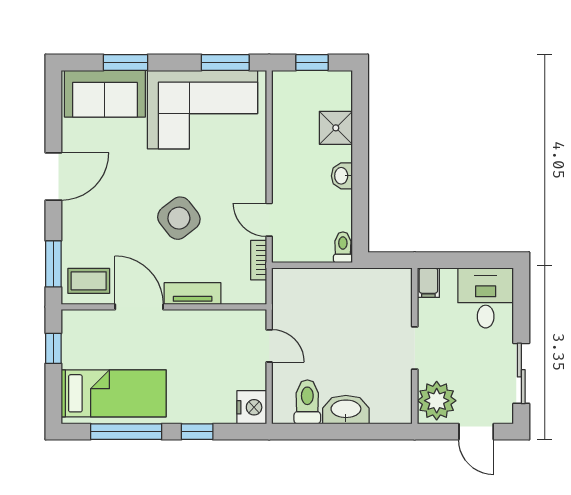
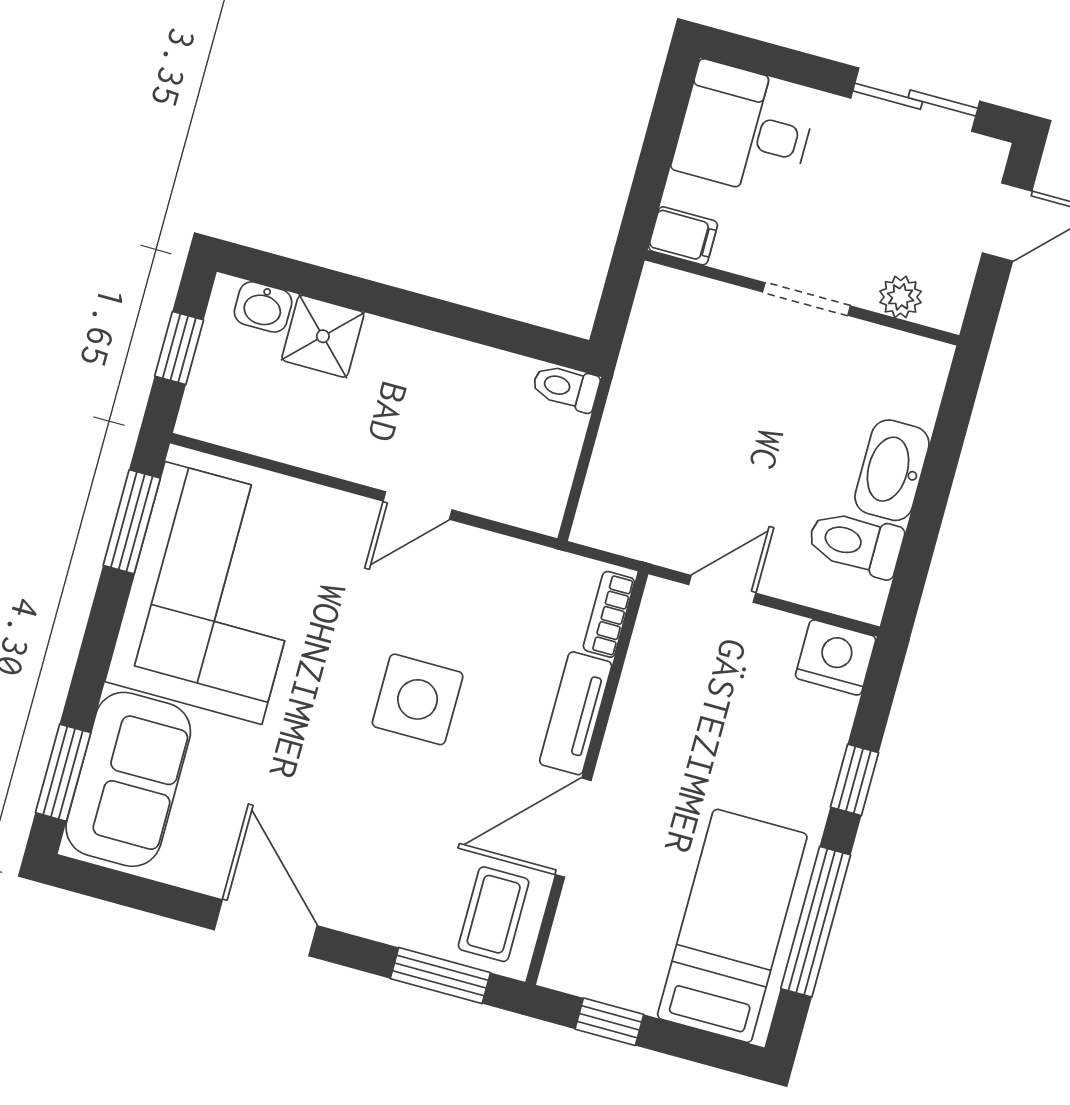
window: (126, 63) -> (63, 773), moved
washbasin: (342, 176) -> (263, 307), moved
side table: (179, 218) -> (418, 699), turned 38
door: (269, 220) -> (418, 505), moved
bookcase: (259, 260) -> (609, 614), moved, turned 90
plant: (437, 401) -> (901, 297), width x0.53, depth x0.53

